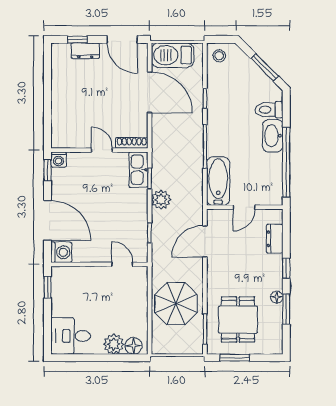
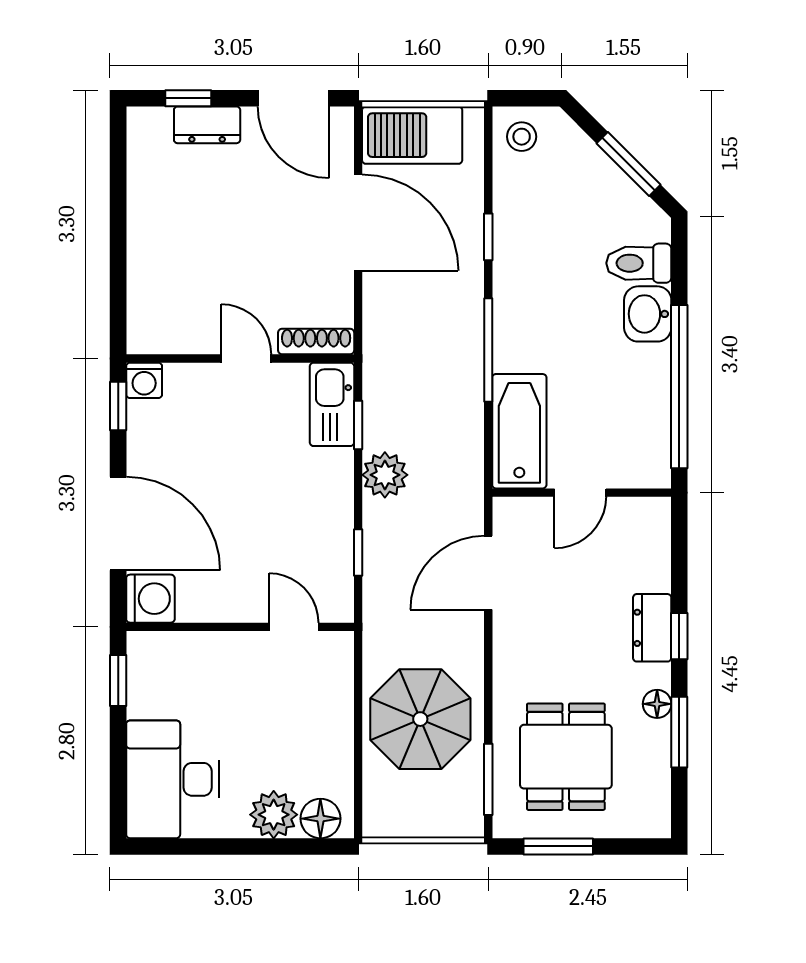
washbasin: (273, 136) -> (648, 314), width x0.72
dresser: (275, 239) -> (652, 628), moved
desk: (71, 336) -> (173, 779), width x1.37

